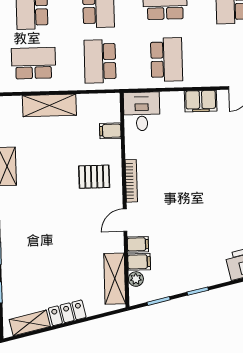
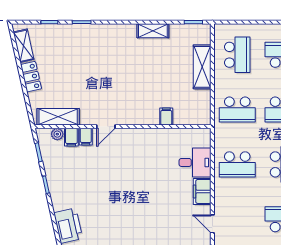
school desk: (100, 61) -> (237, 110), turned 180
desk: (142, 111) -> (195, 162), moved
filing cabinet: (110, 131) -> (166, 116), moved
pallet: (94, 177) -> (142, 102), removed
bookcase: (131, 181) -> (138, 133), removed
door: (125, 220) -> (106, 127), swing flipped

